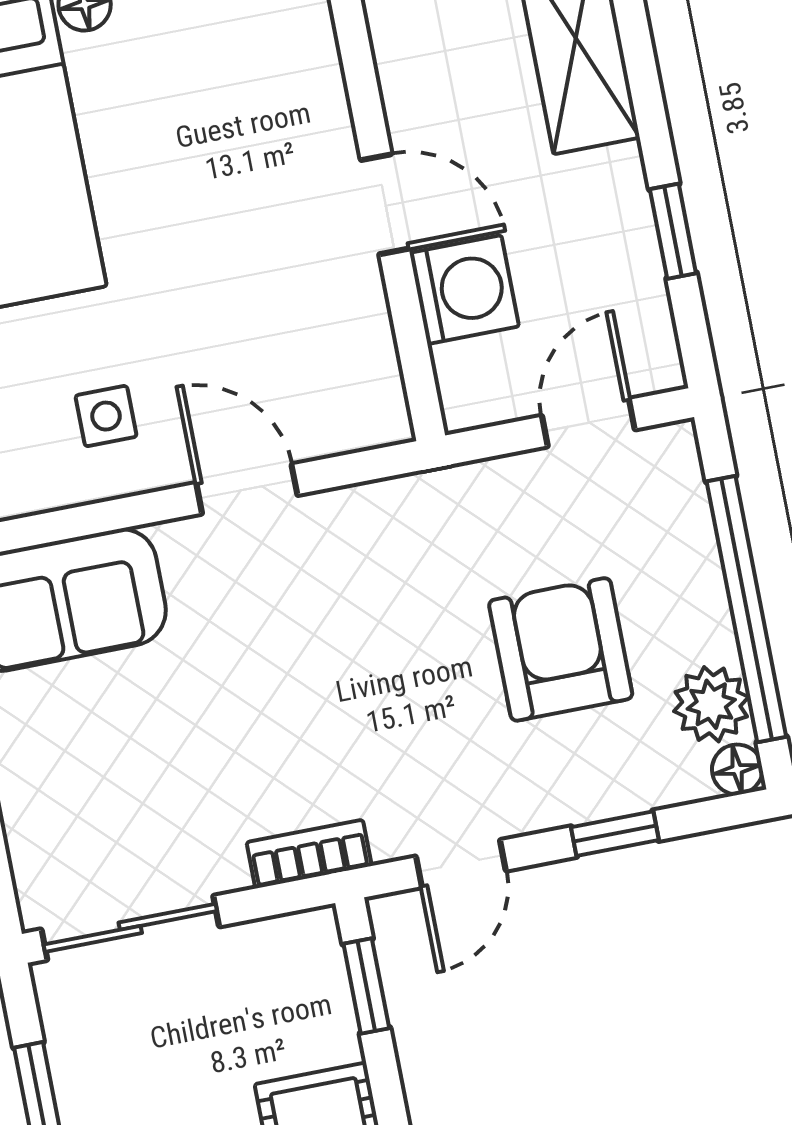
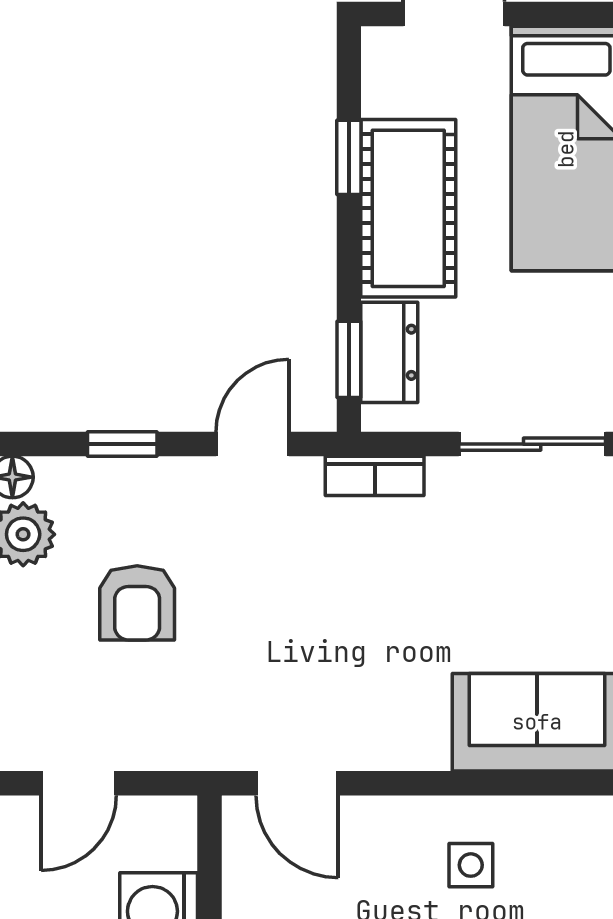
door: (247, 489) -> (297, 783), moved
armchair: (561, 649) -> (137, 603), width x0.72, depth x0.72
dresser: (320, 1004) -> (389, 352), added

